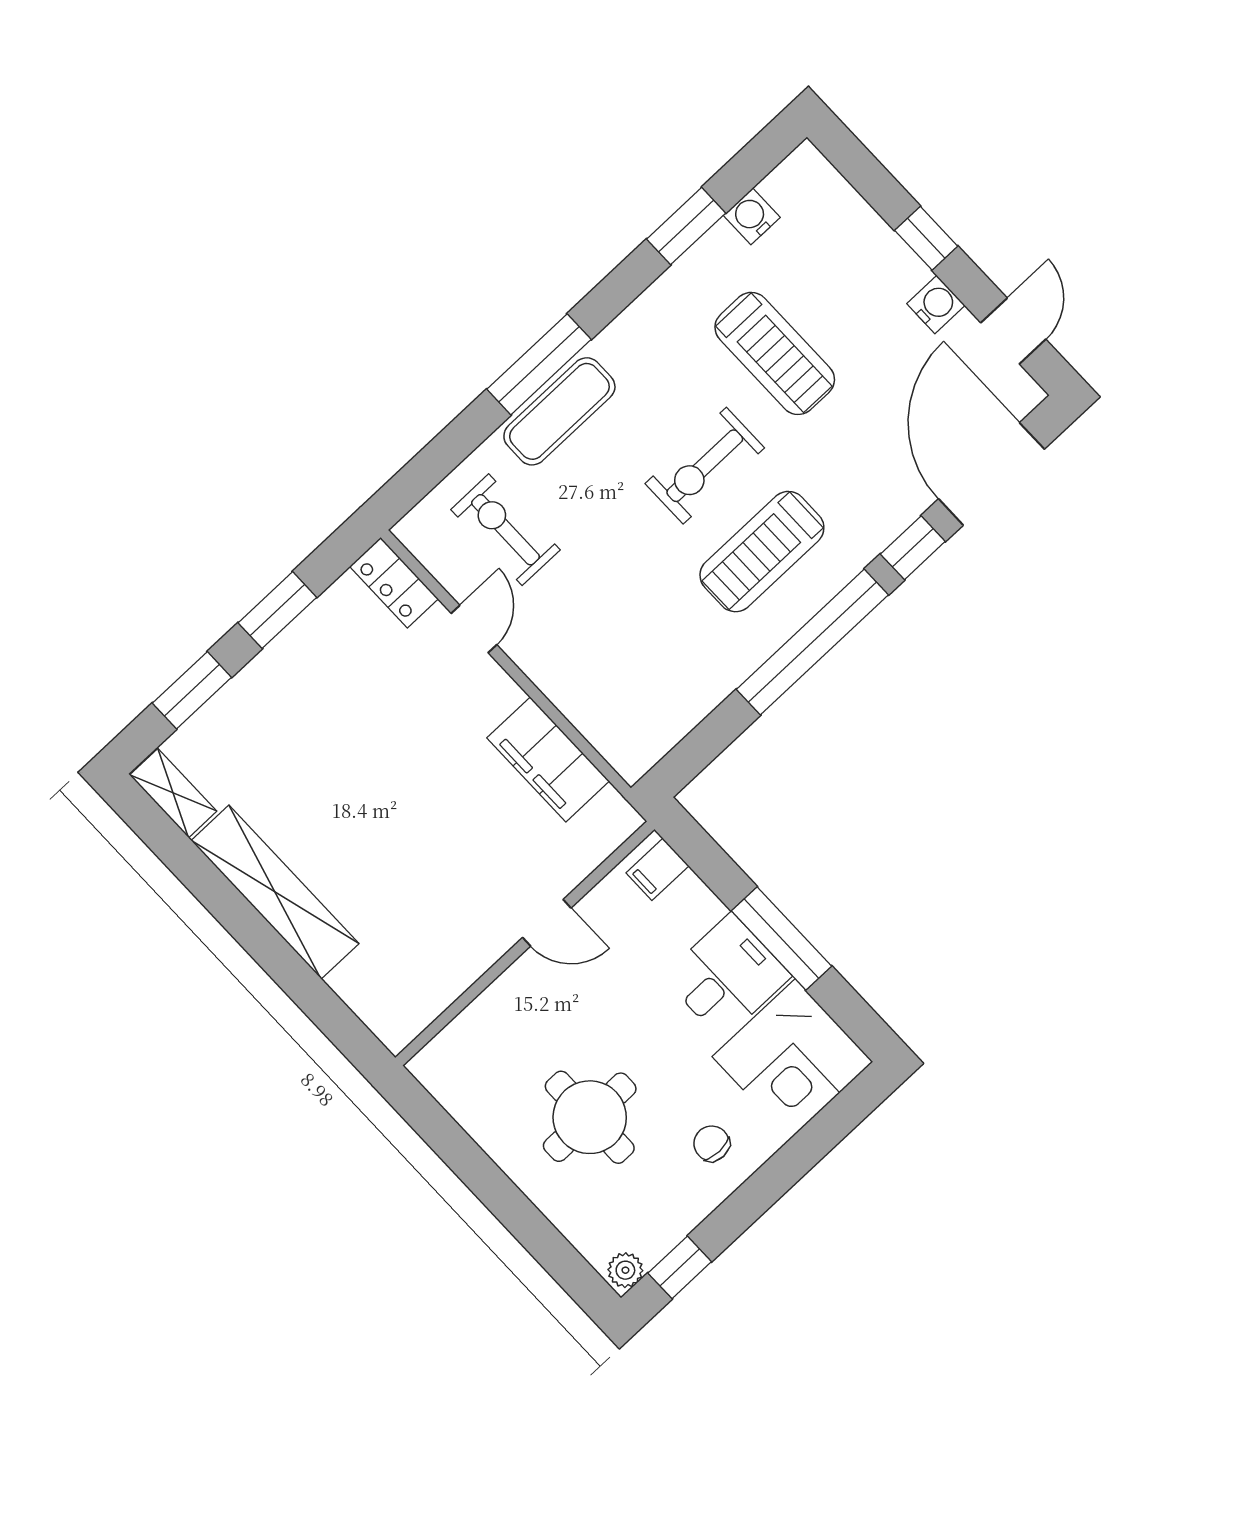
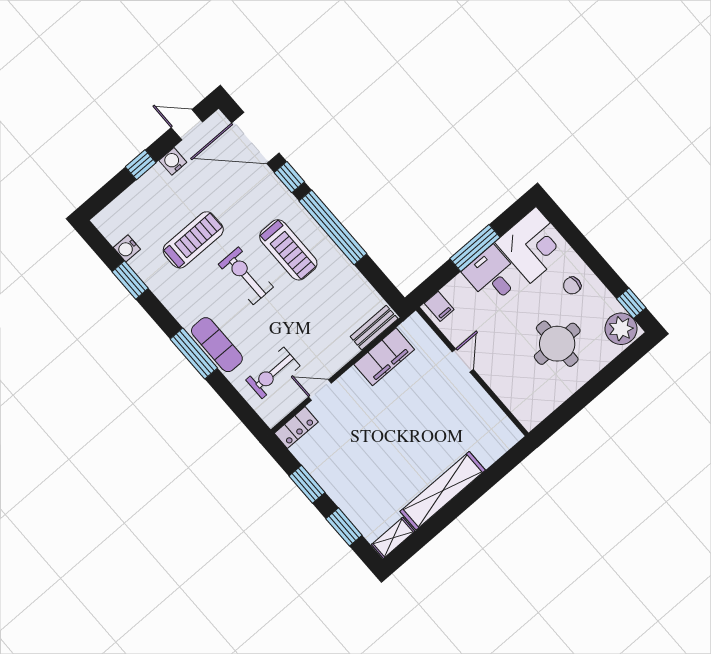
exercise bike: (705, 466) -> (246, 276), turned 180
bench: (608, 736) -> (374, 328), added
plant: (625, 1270) -> (621, 329), width x1.88, depth x1.88

